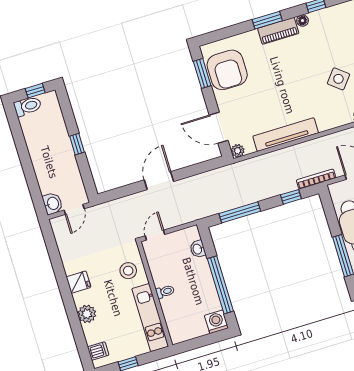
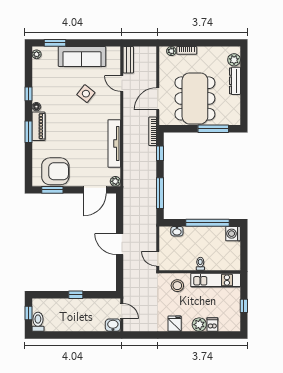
dishwasher: (98, 351) -> (212, 325), moved

